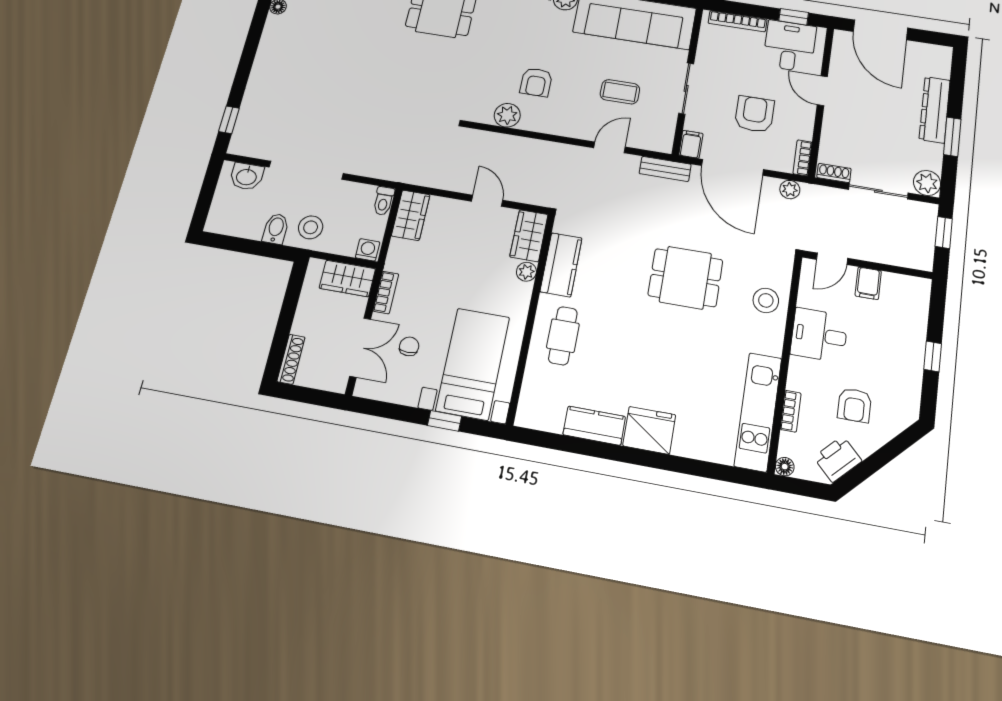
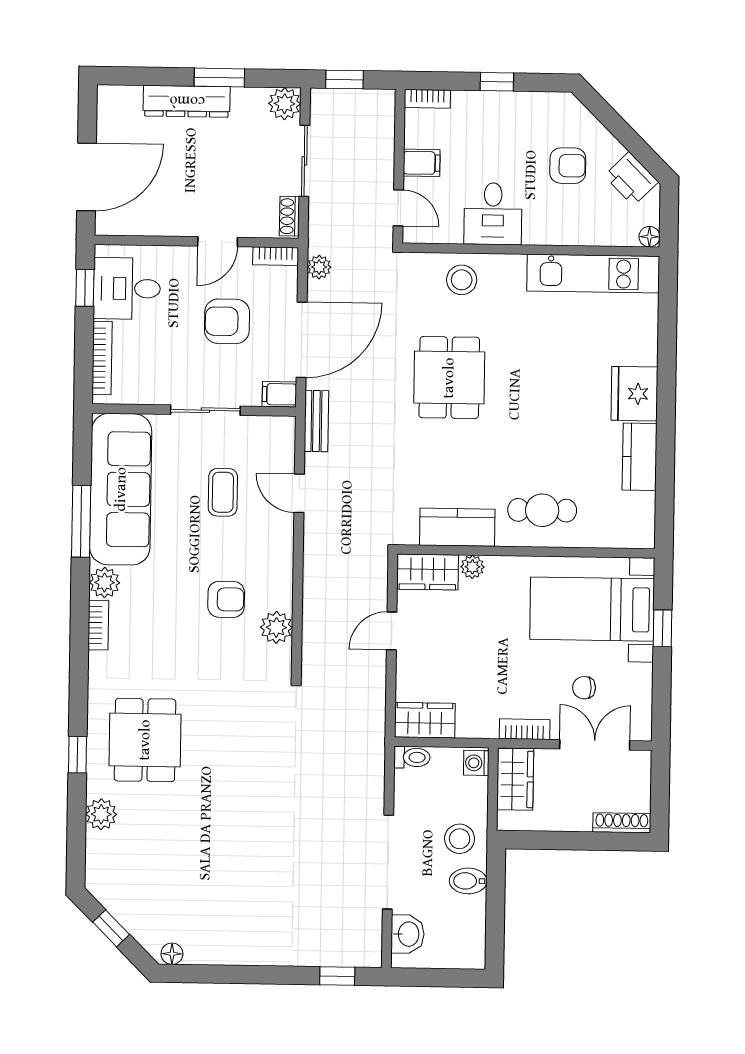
door: (822, 91) -> (218, 242), moved
bookcase: (791, 411) -> (427, 99), moved, turned 180

